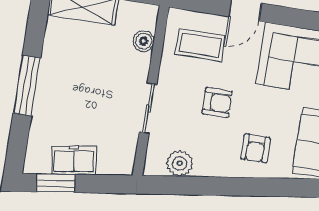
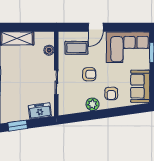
freezer: (74, 160) -> (40, 111), moved
plant: (180, 163) -> (92, 104), moved

